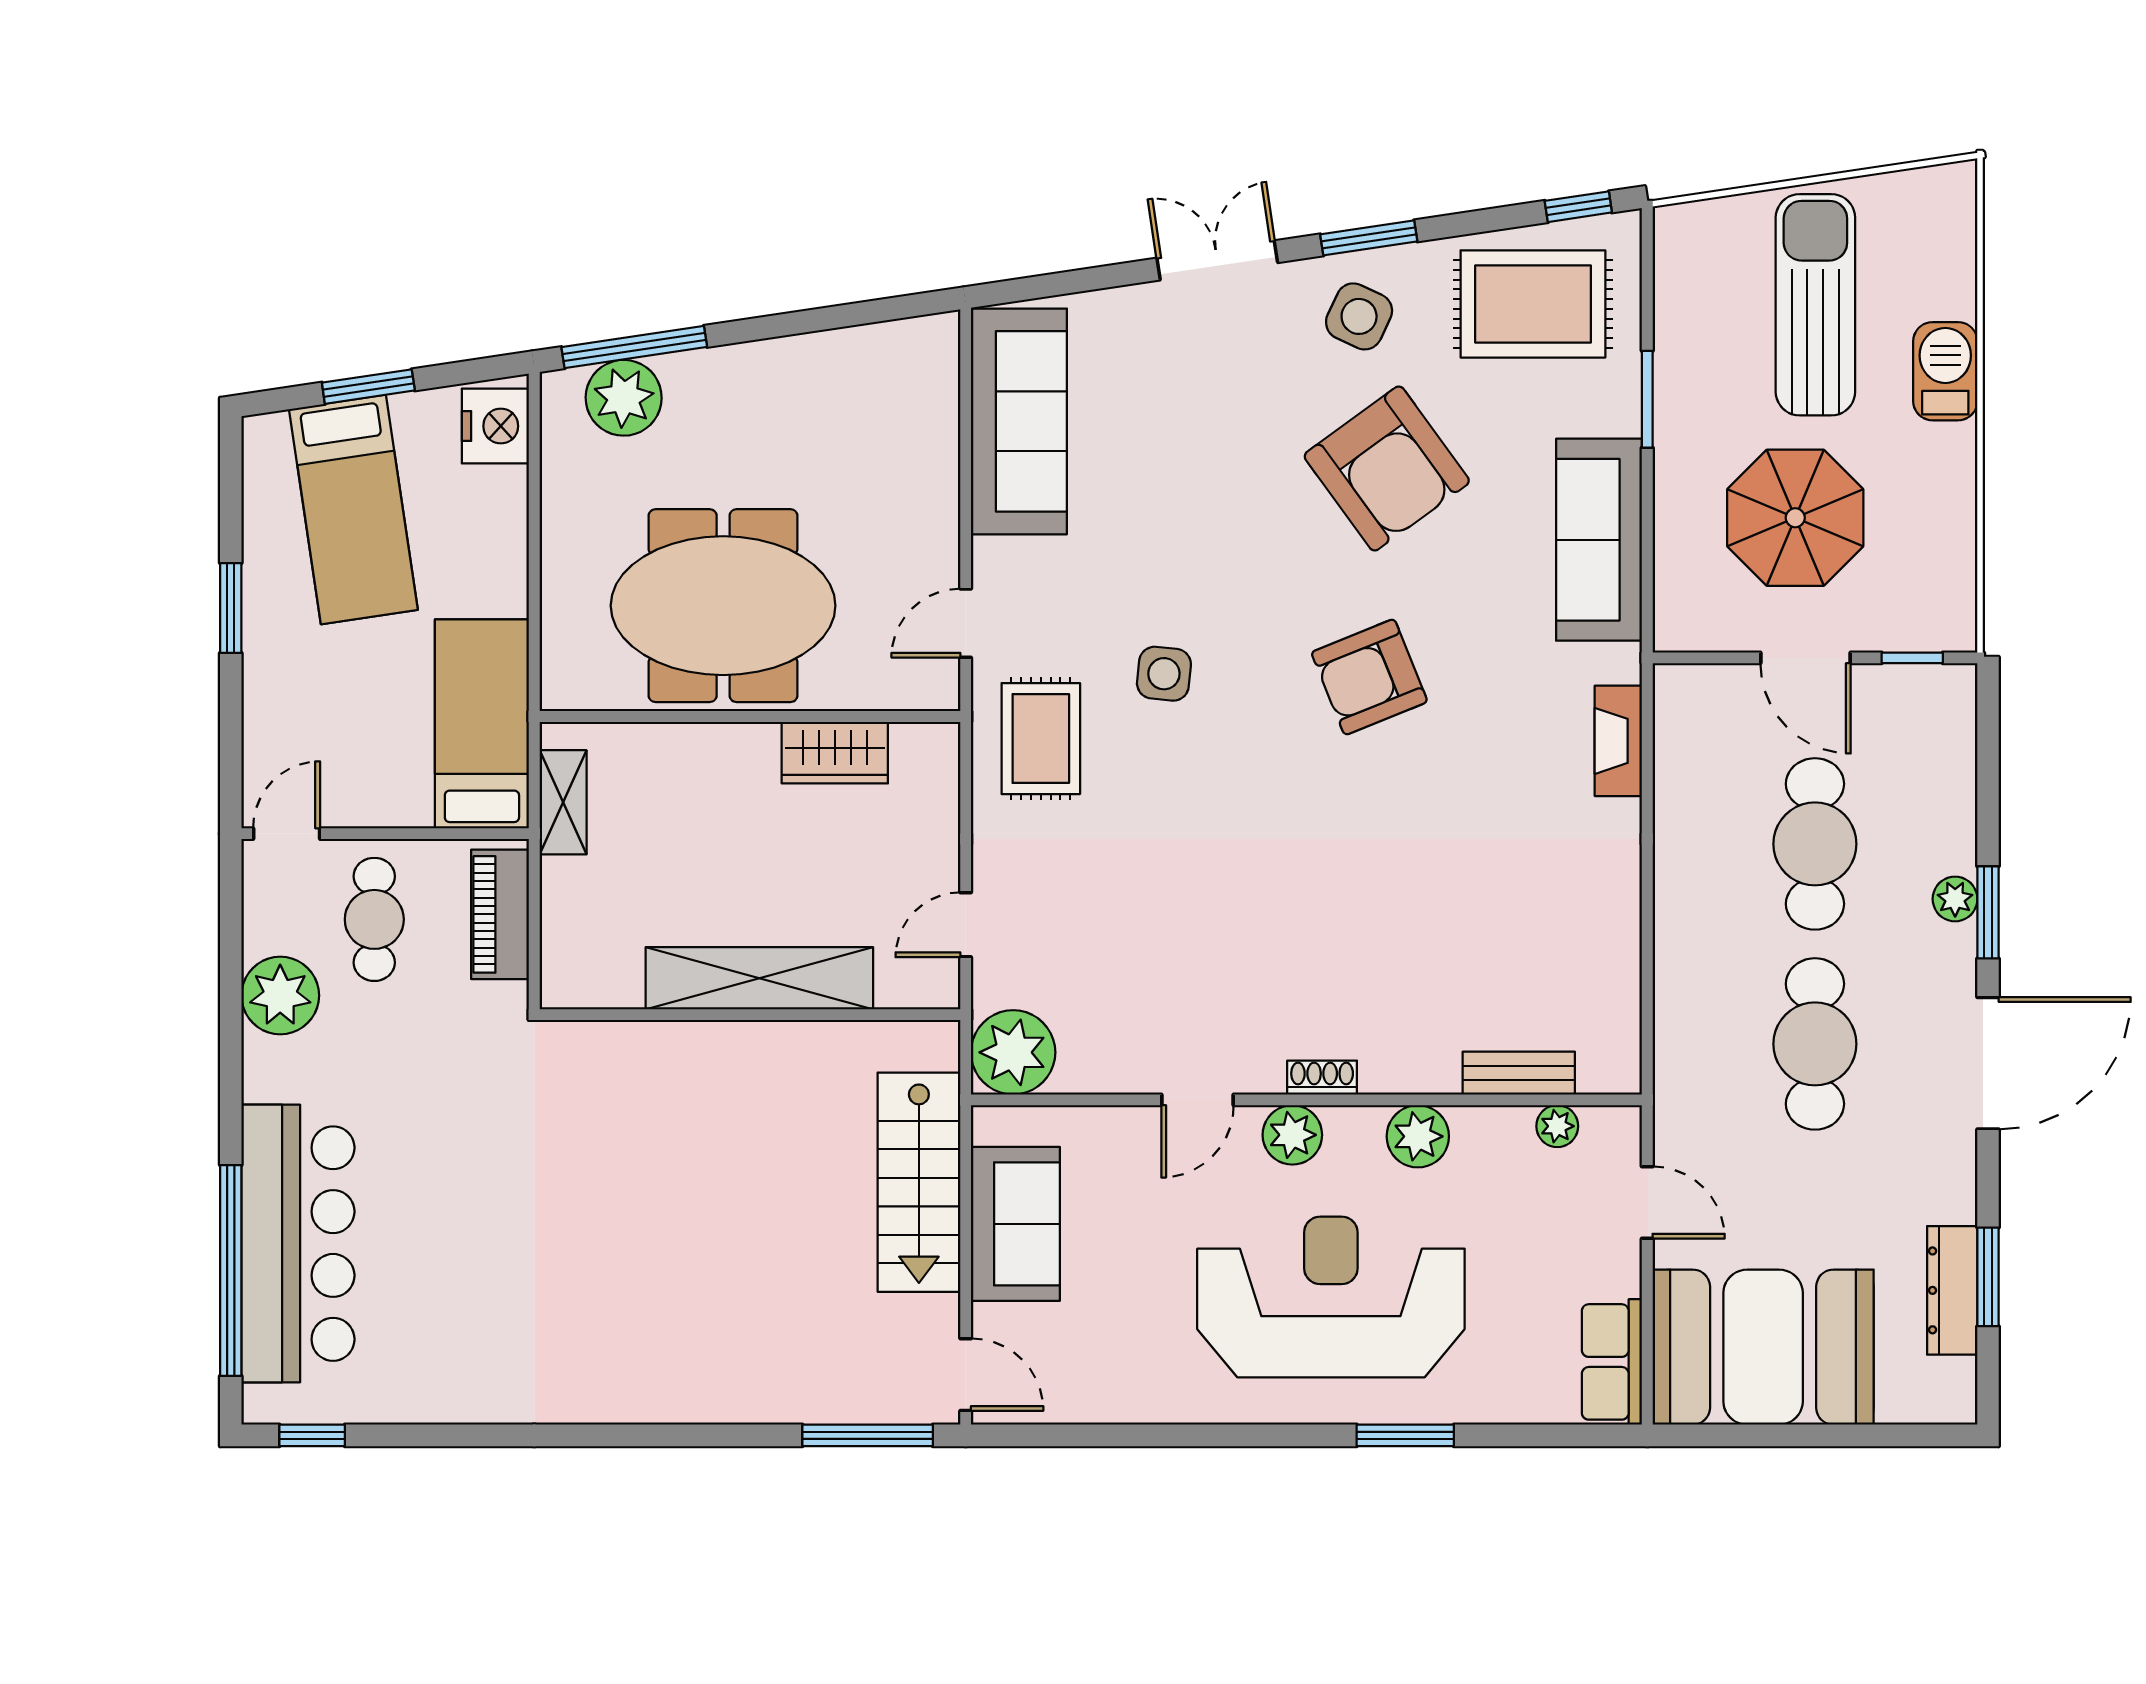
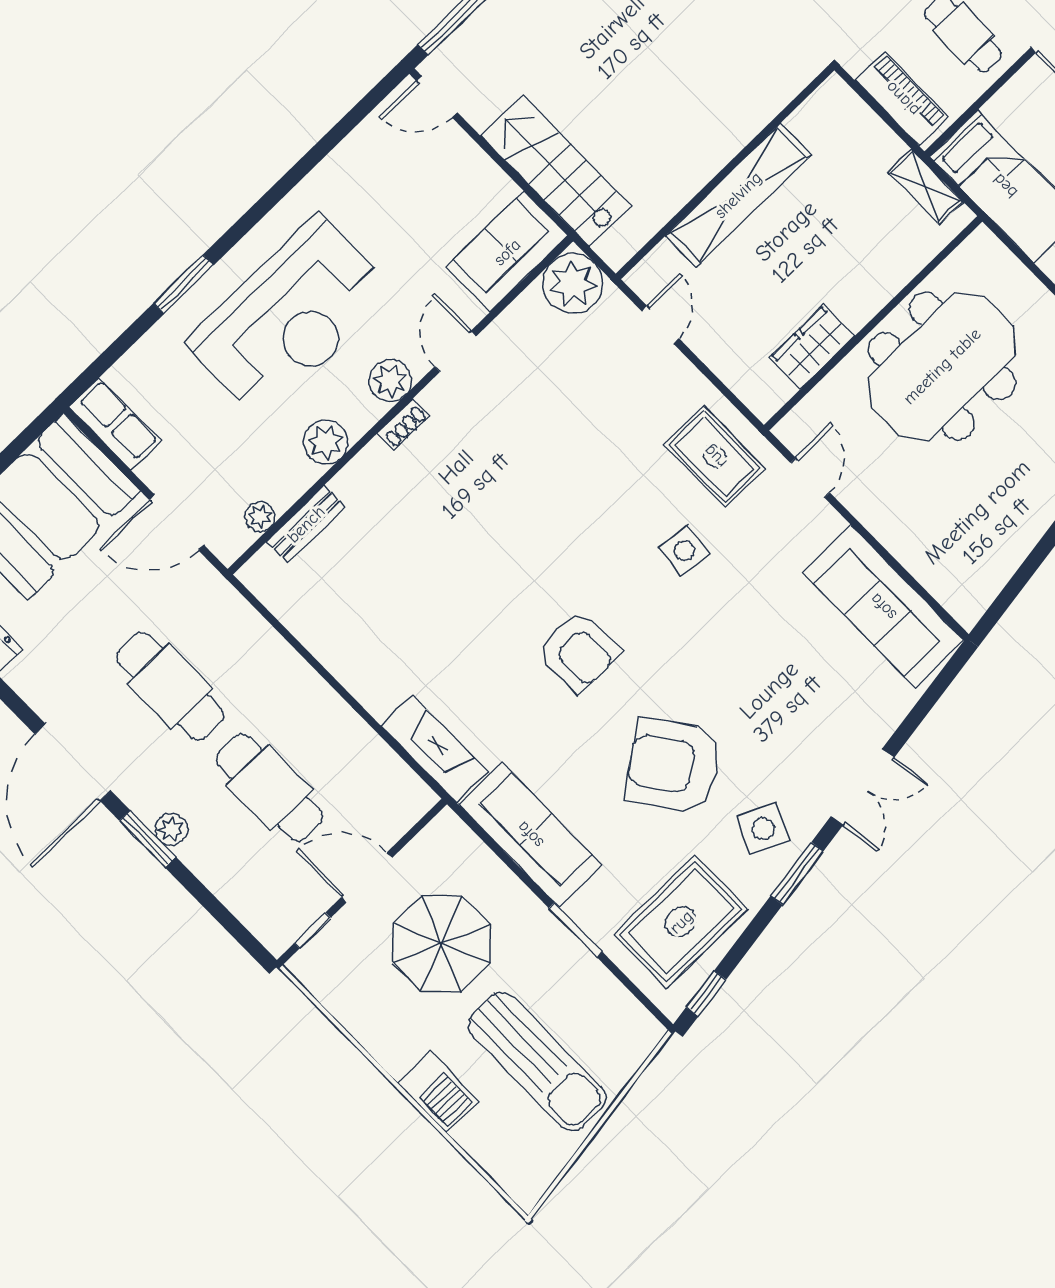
armchair: (1369, 677) -> (578, 651), turned 112
fireplace: (1618, 741) -> (434, 749), width x1.37, depth x1.32
door: (1647, 1203) -> (176, 522), width x1.38
sofa: (1015, 1224) -> (507, 252), moved, turned 90

